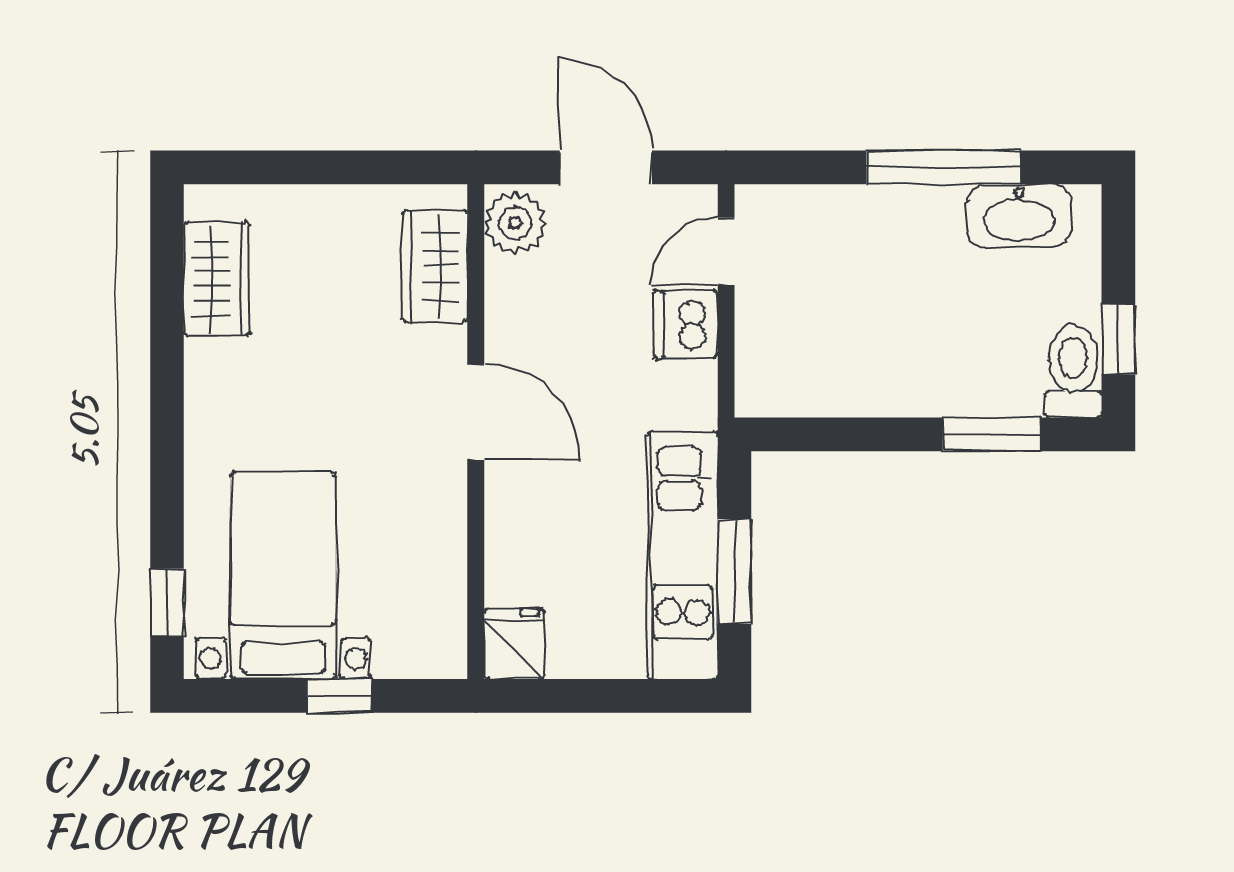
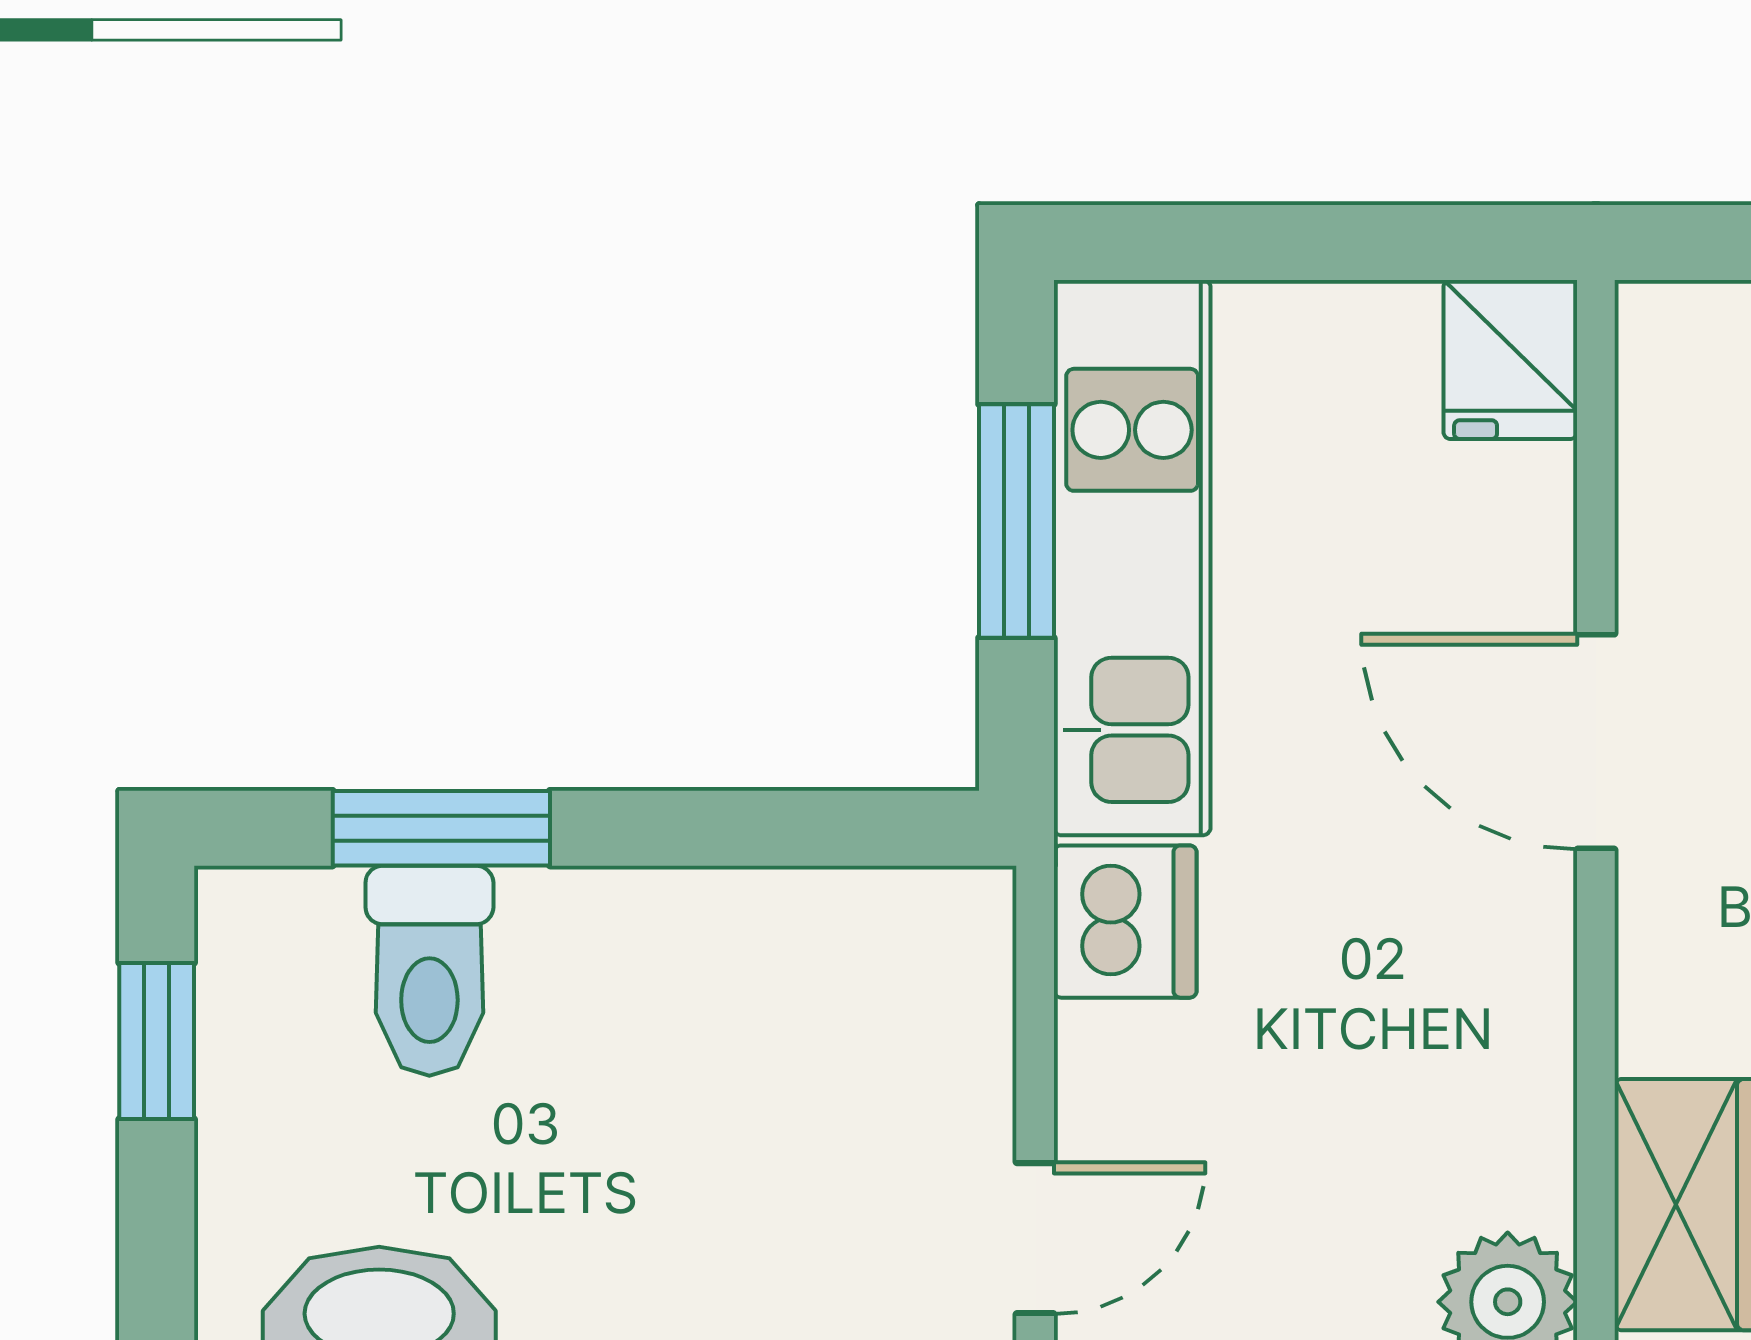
dishwasher: (686, 324) -> (1125, 922), moved
toilet: (1073, 371) -> (429, 971), moved
door: (476, 412) -> (1596, 742), moved

